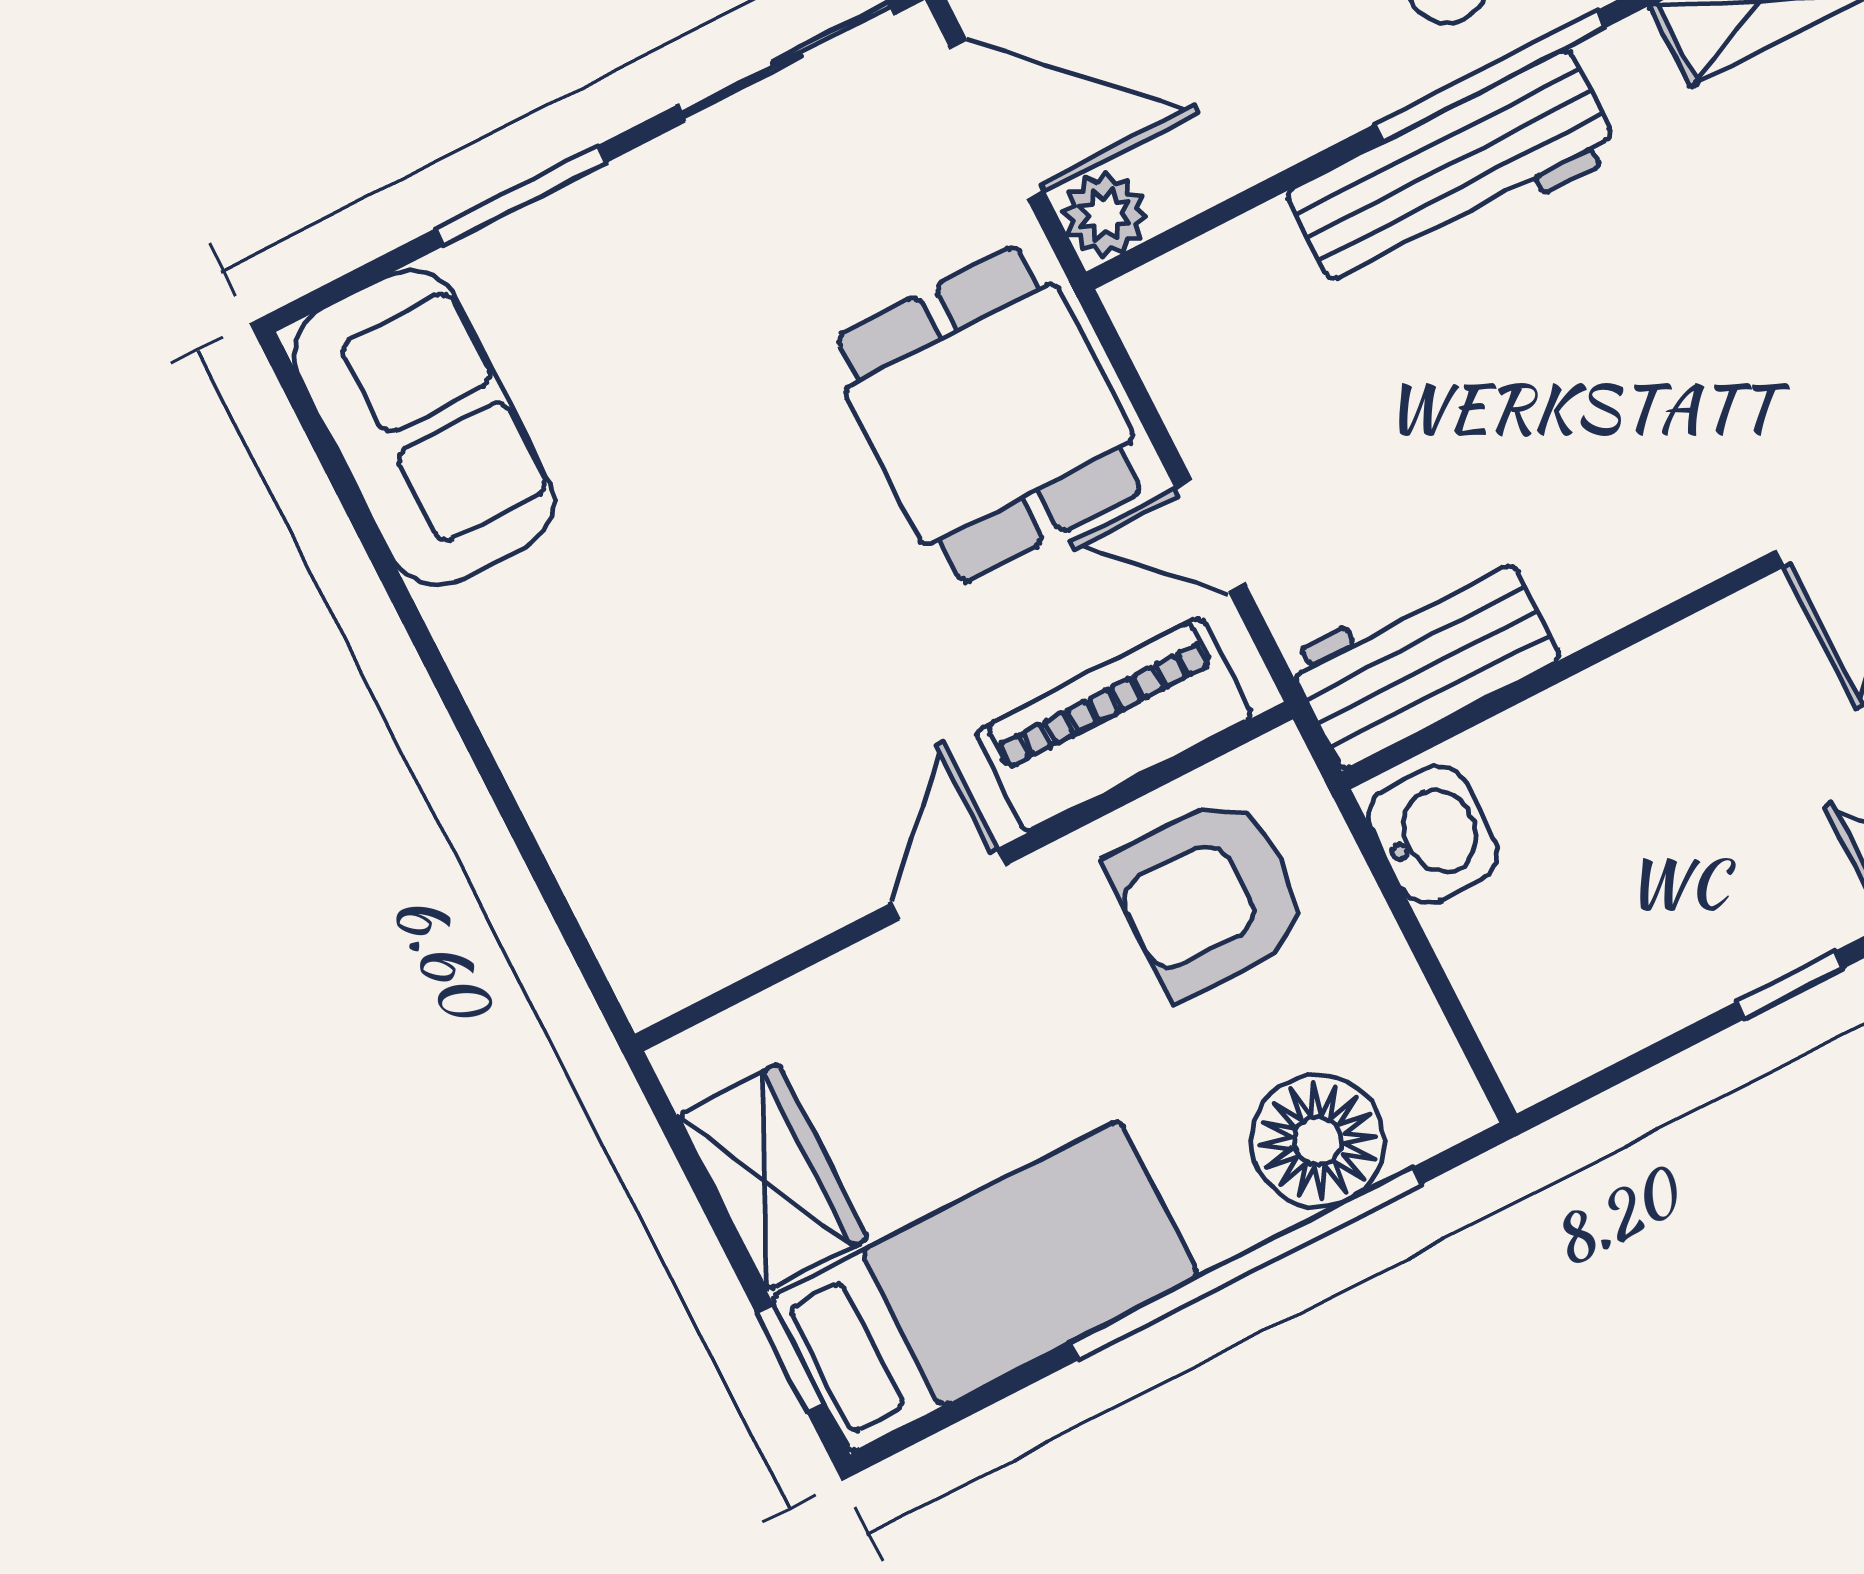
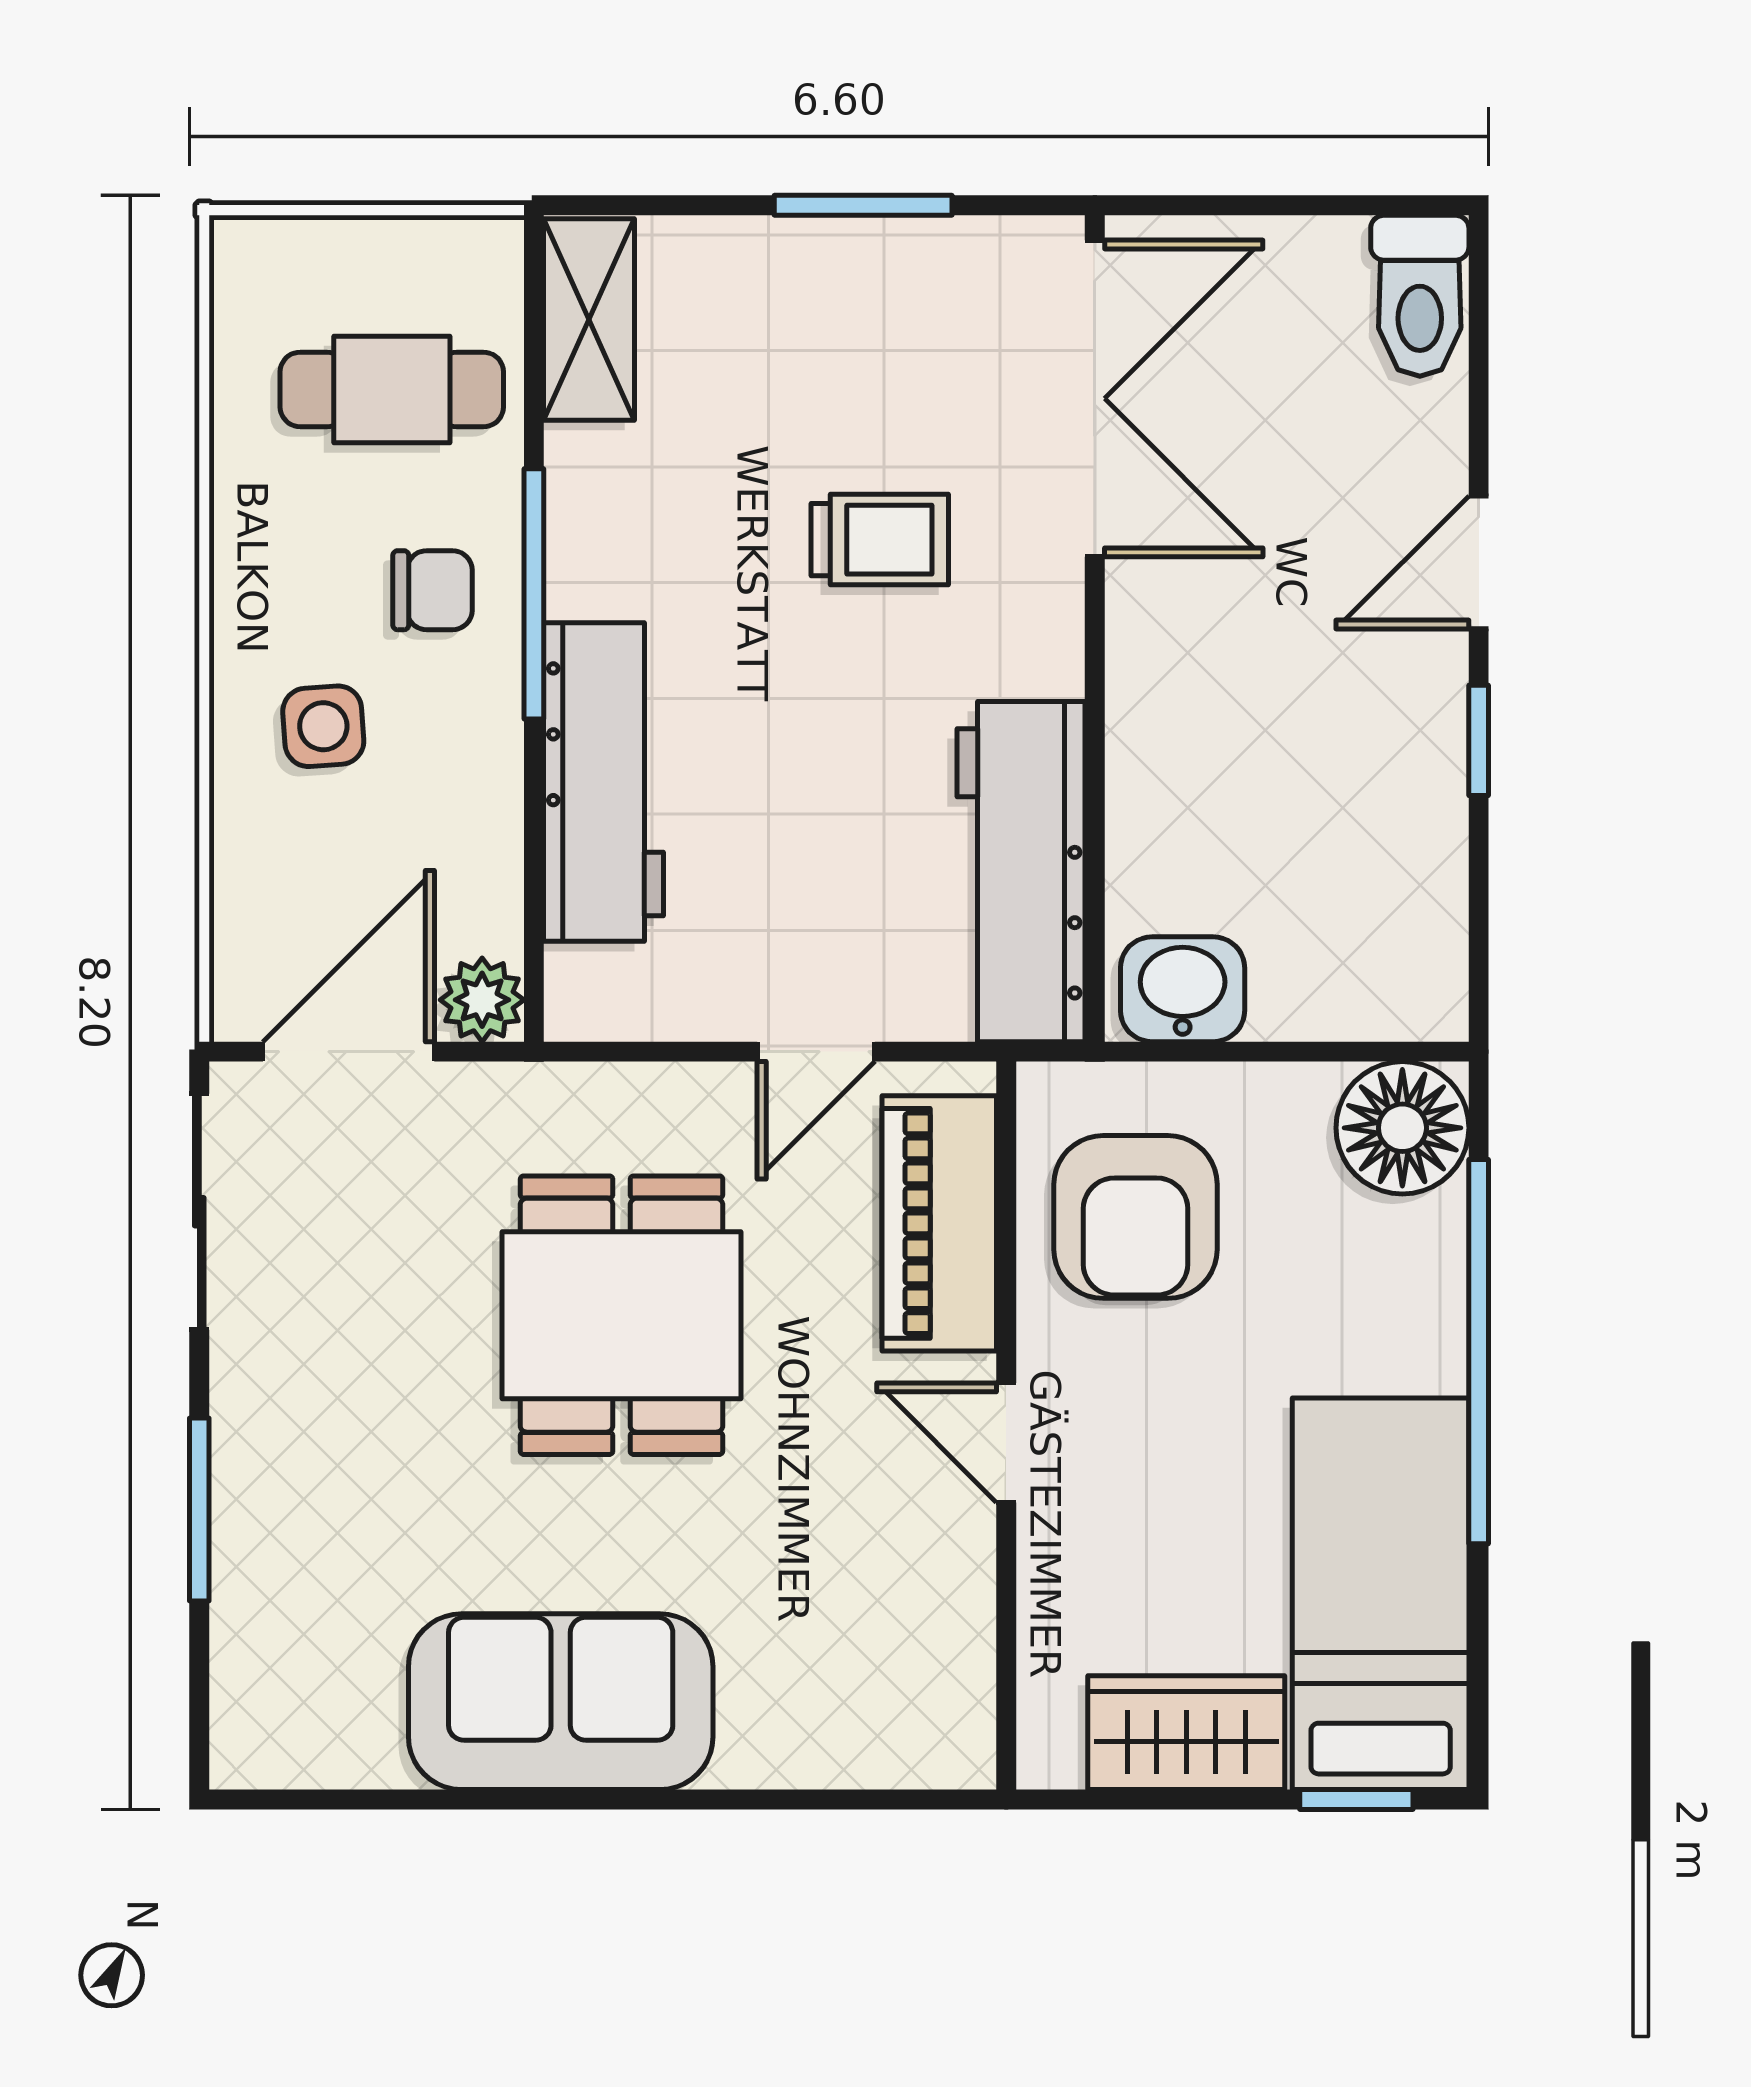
workbench: (1454, 173) -> (604, 782), moved
trolley: (1696, 360) -> (880, 540), added
dining table: (989, 414) -> (622, 1315), moved, turned 90
sofa: (424, 427) -> (561, 1702), moved
workbench: (1423, 658) -> (1021, 872), width x1.38
floor lamp: (1318, 1141) -> (1402, 1128), moved

